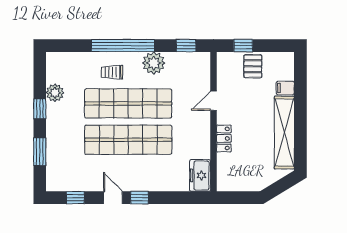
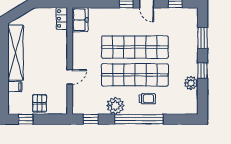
window: (243, 46) -> (26, 119), moved
locker: (224, 138) -> (62, 19), moved

